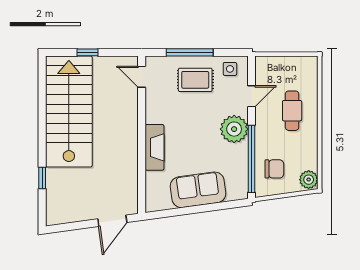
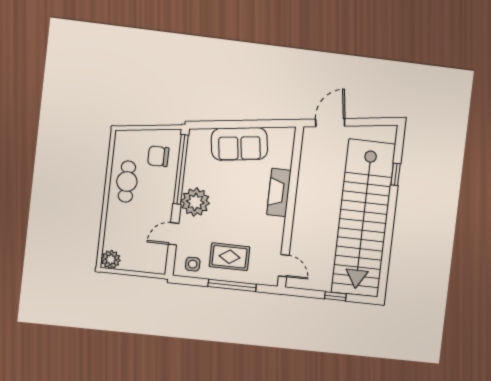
stairs: (69, 111) -> (363, 218), width x1.36
cafe table: (292, 111) -> (127, 182), moved
plant: (309, 180) -> (111, 259), moved

